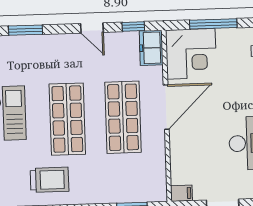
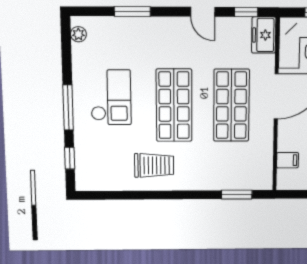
filing cabinet: (182, 193) -> (287, 160), moved

